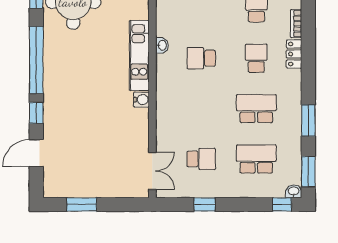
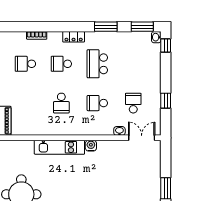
washbasin: (162, 45) -> (119, 131), moved
locker: (294, 54) -> (74, 37), moved
school desk: (256, 159) -> (97, 103), moved, width x0.54

